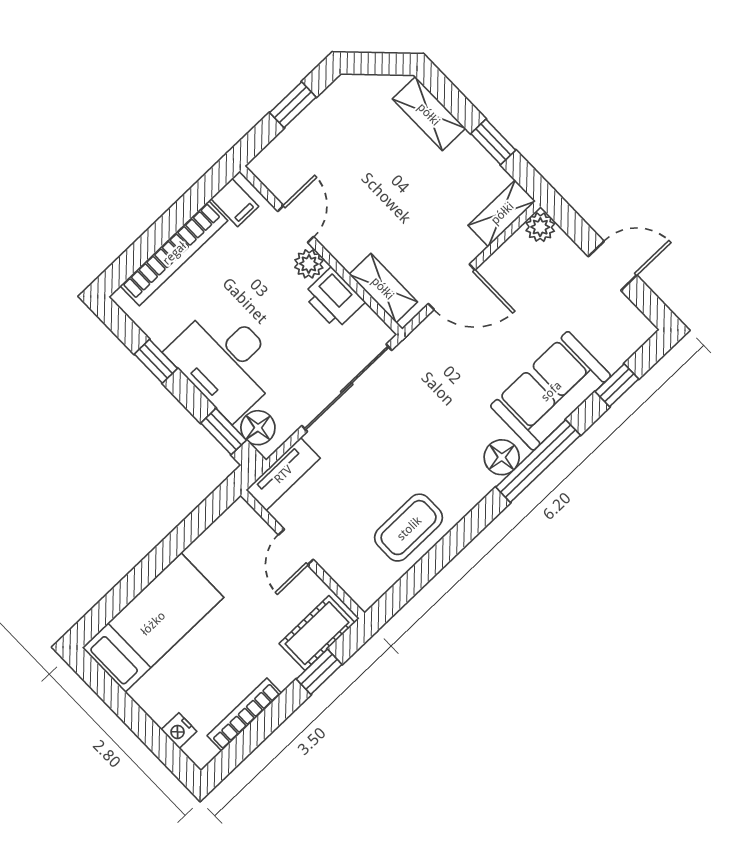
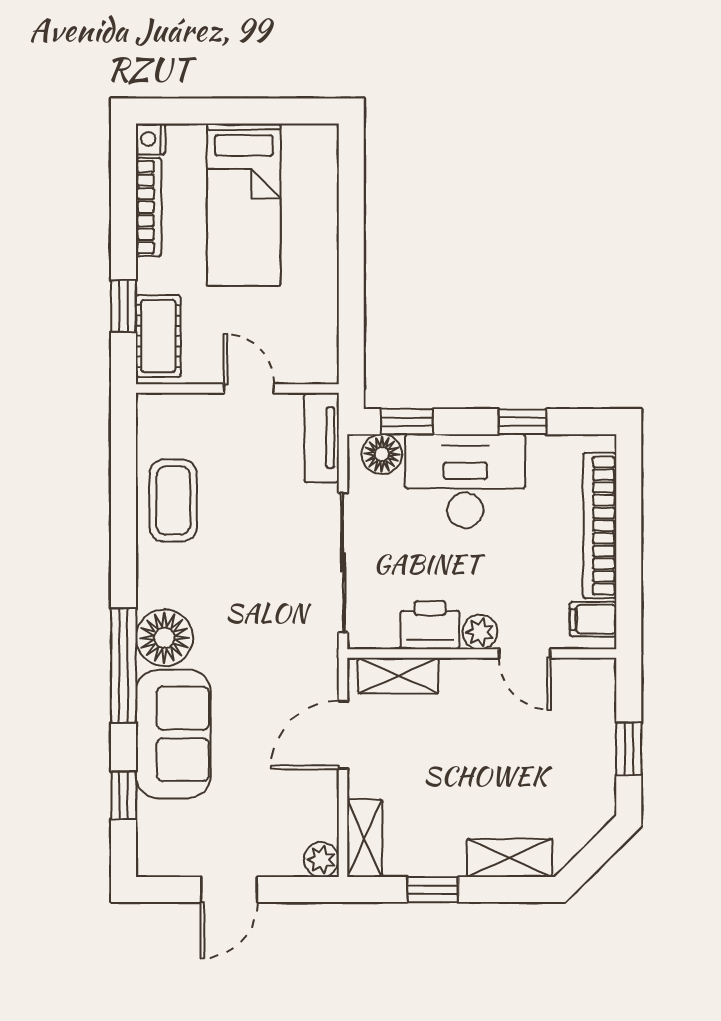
floor lamp: (502, 457) -> (164, 638), width x1.38, depth x1.38
bed: (153, 623) -> (244, 205), moved
nightstand: (179, 731) -> (151, 139), moved, turned -90

